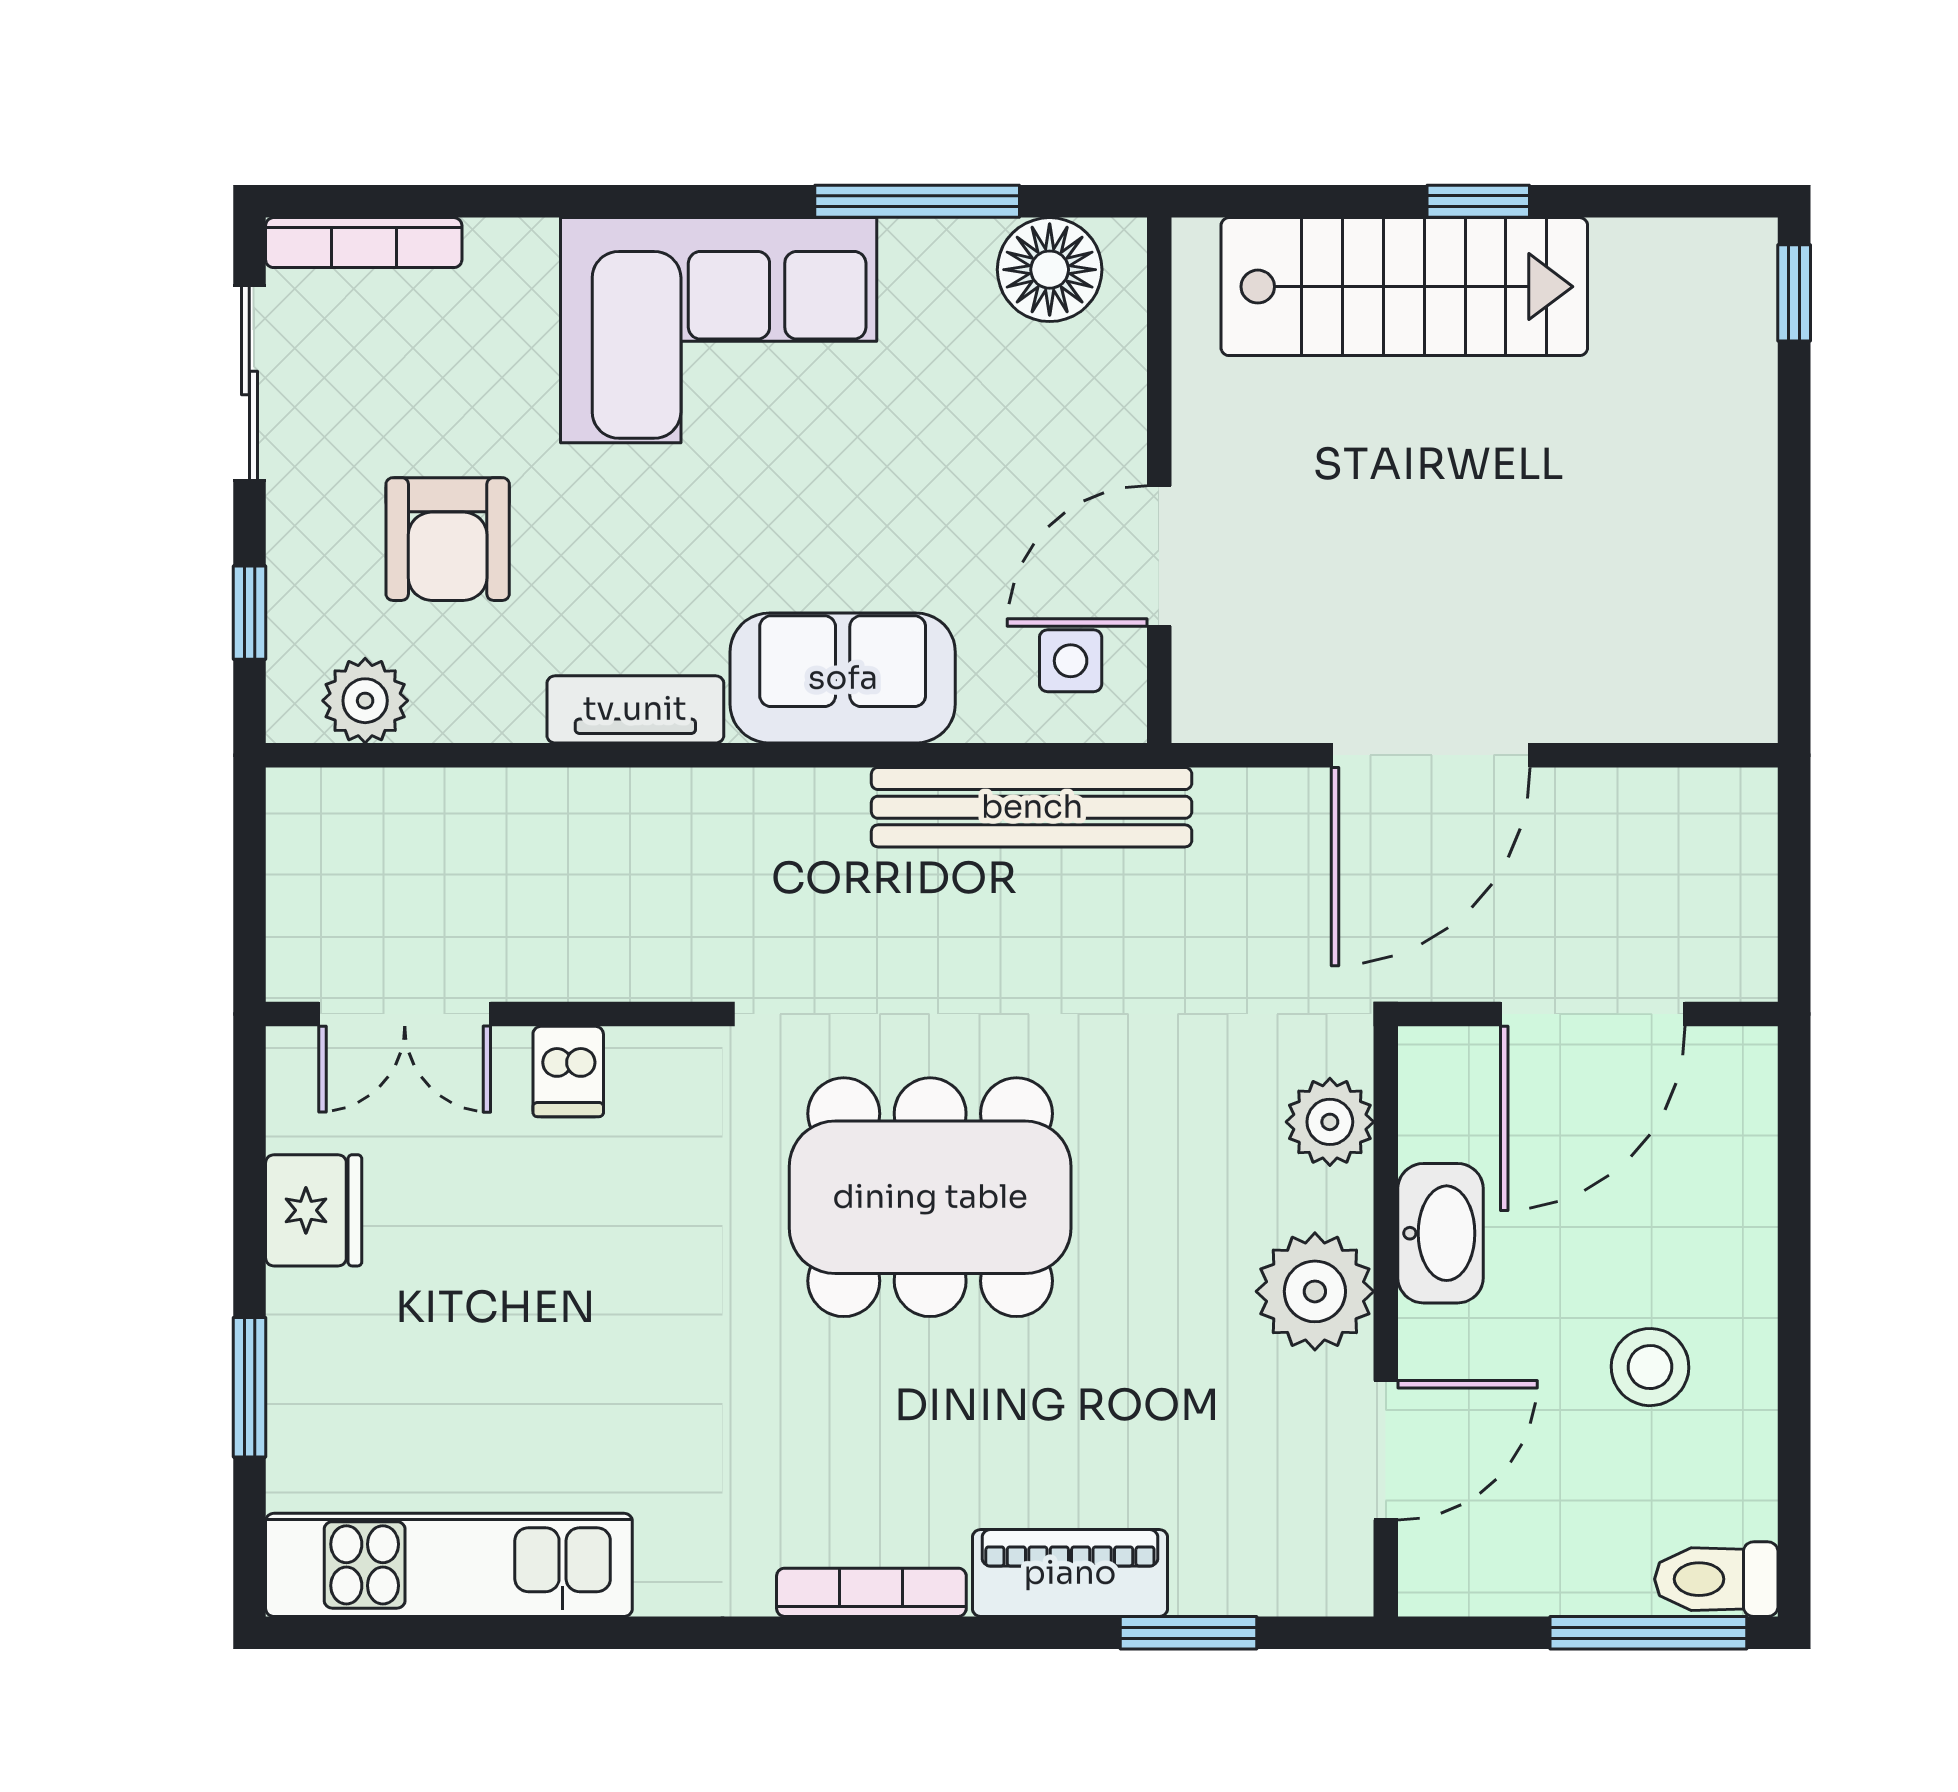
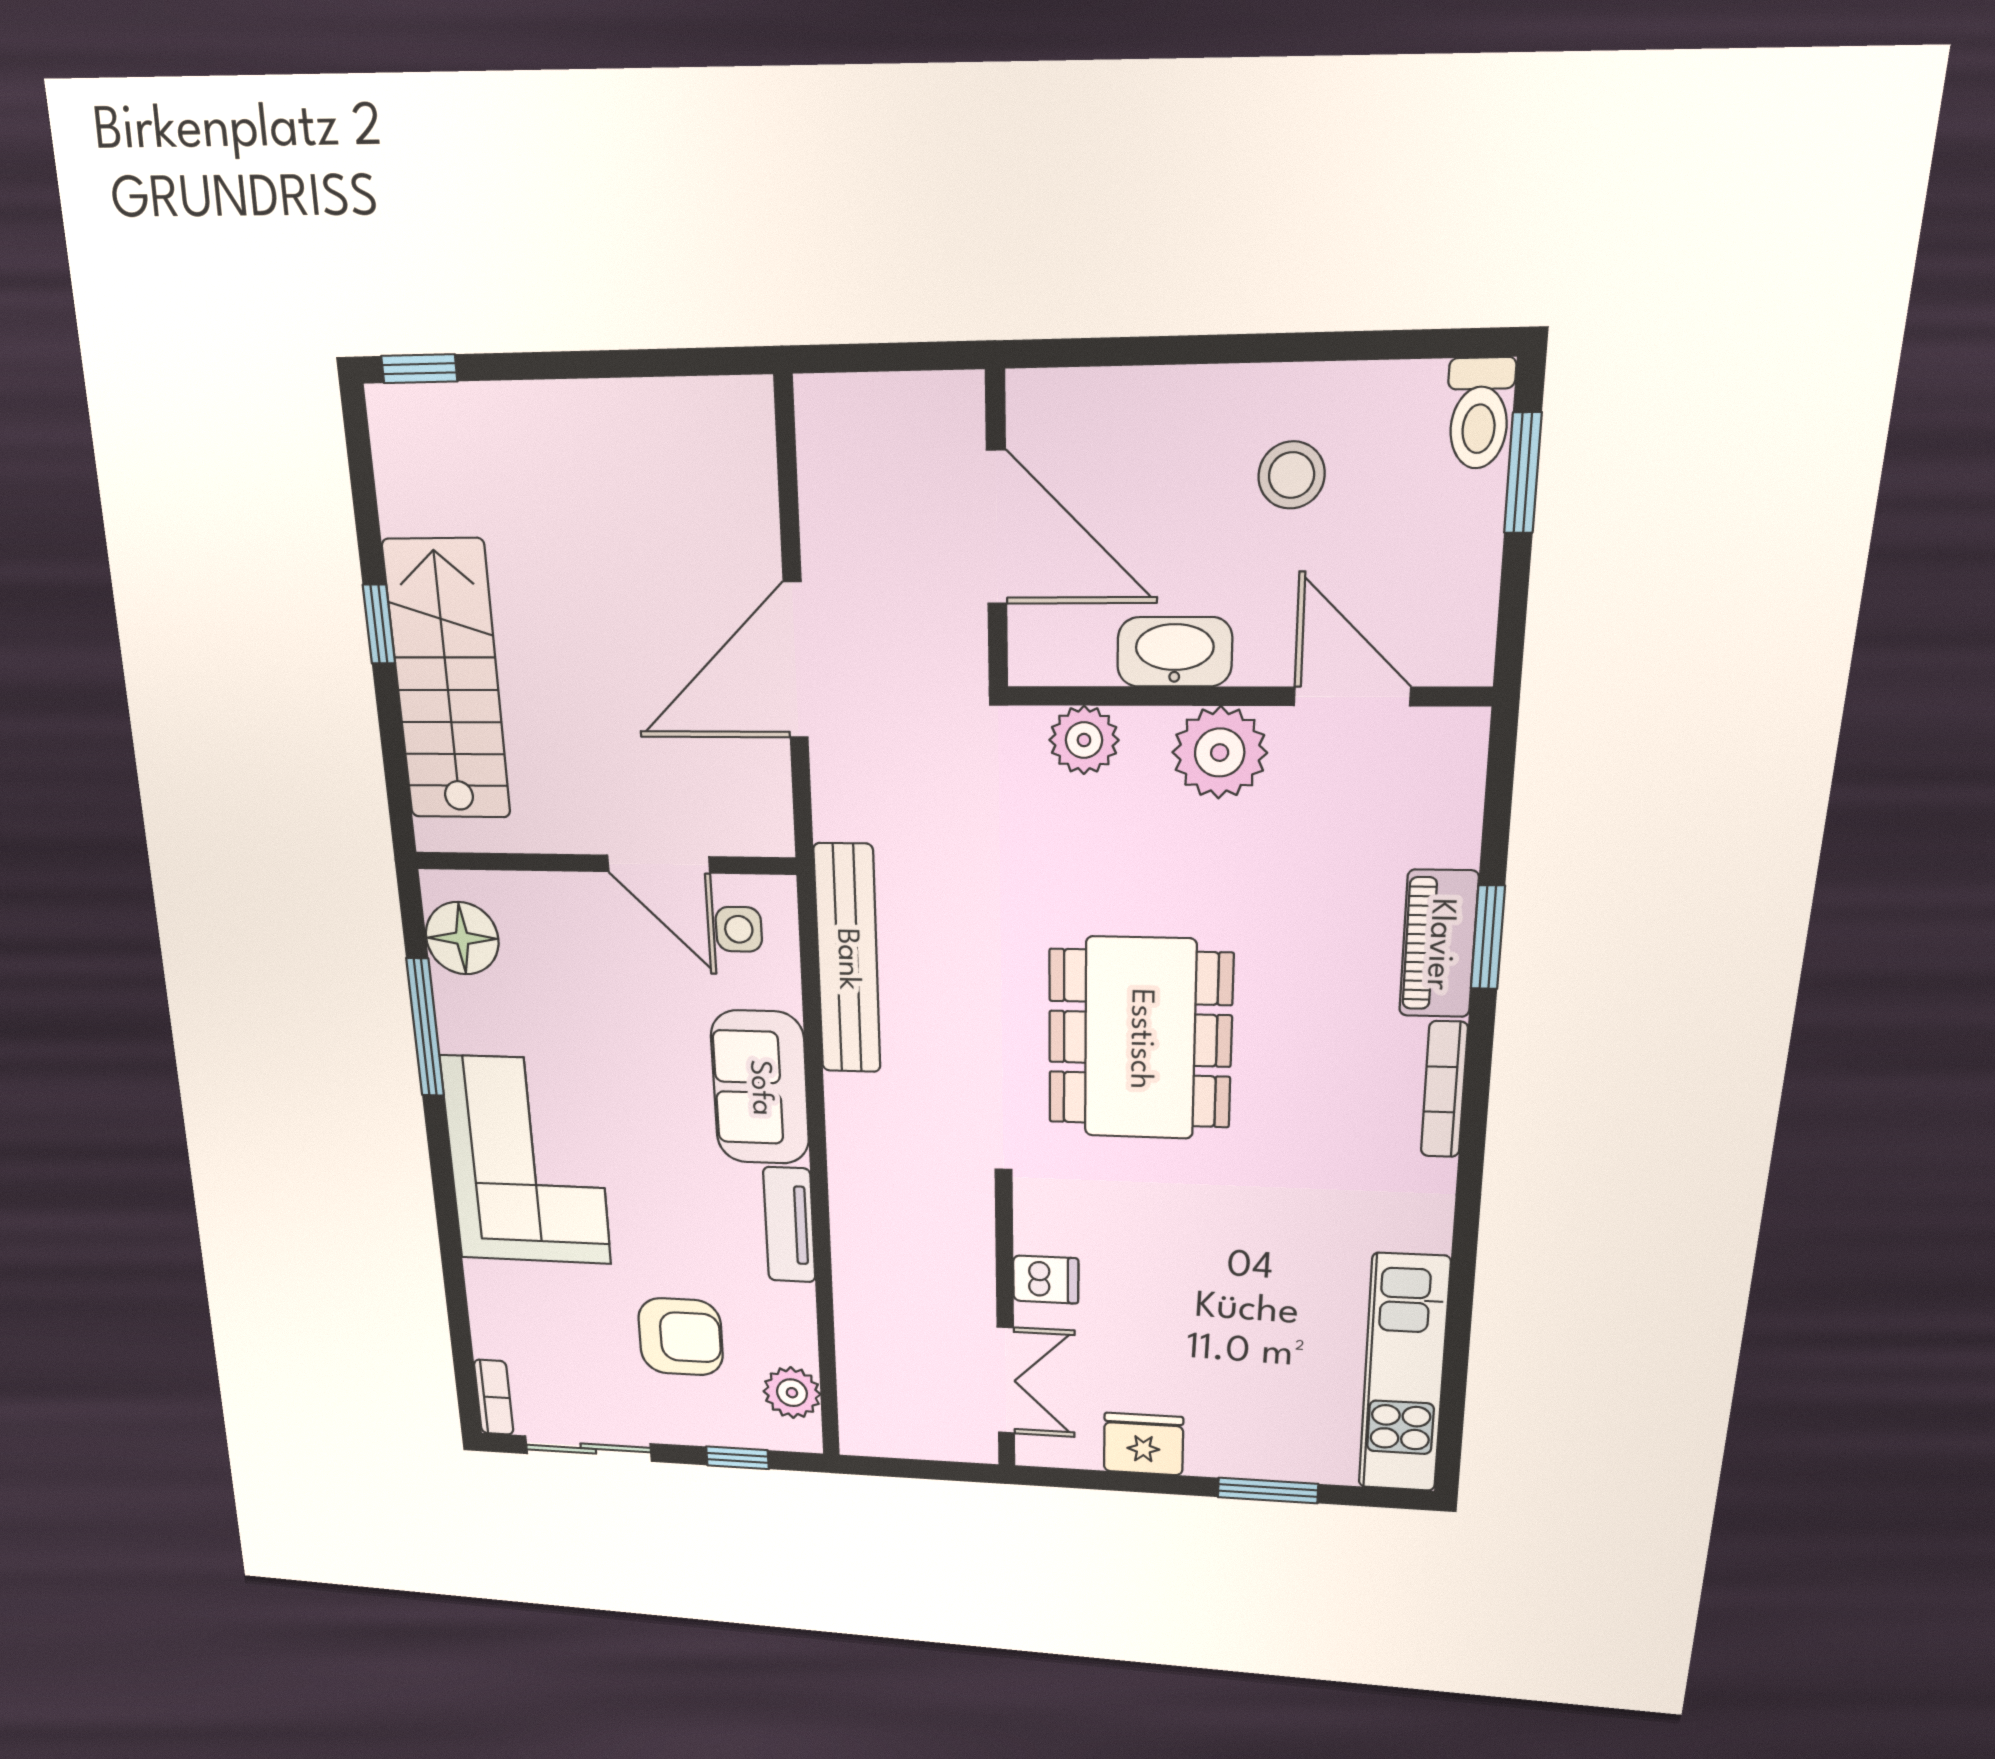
bookcase: (364, 243) -> (494, 1397), width x0.64
door: (1431, 755) -> (796, 660), swing flipped
window: (1188, 1633) -> (1488, 937), moved
window: (1648, 1633) -> (1523, 473), width x0.69

